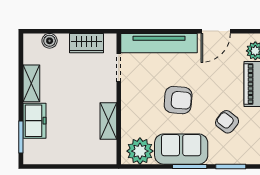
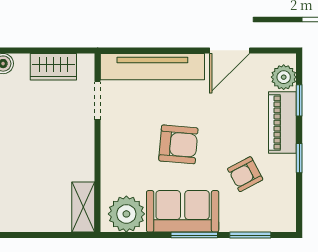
shelving: (108, 121) -> (83, 207), moved
armchair: (227, 122) -> (245, 174), turned -66

